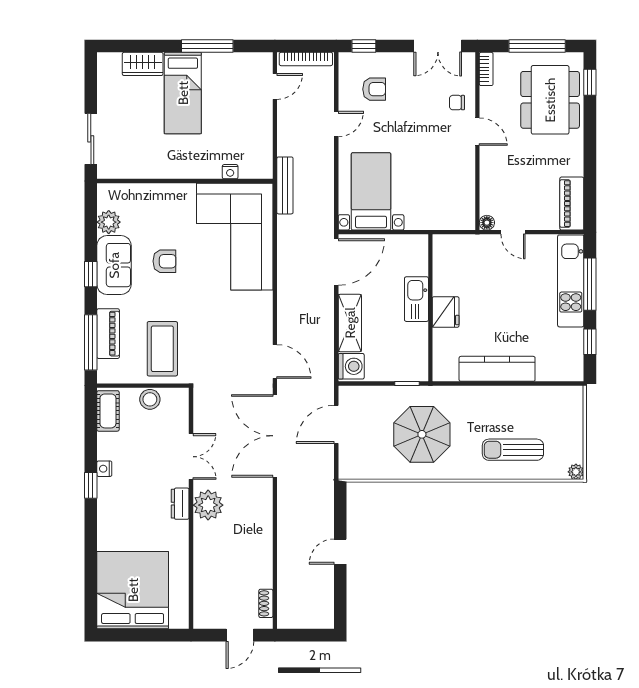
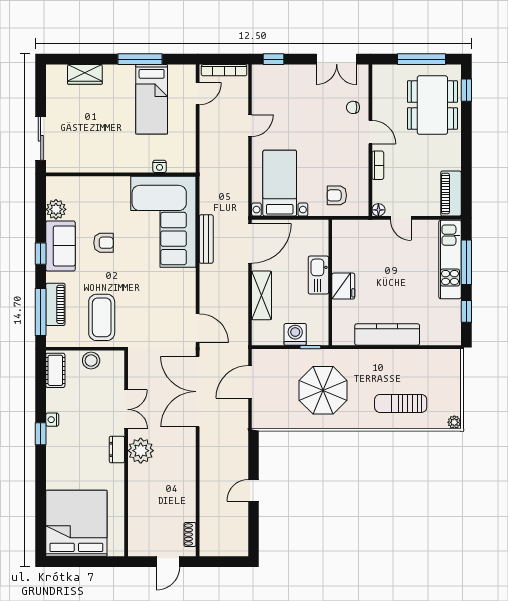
bookcase: (486, 69) -> (378, 165), moved
armchair: (374, 89) -> (337, 195), moved, turned 180
bed: (183, 93) -> (152, 99), moved
bench: (285, 185) -> (206, 239), moved
washing machine: (351, 366) -> (295, 334), moved, turned -90

